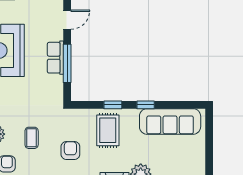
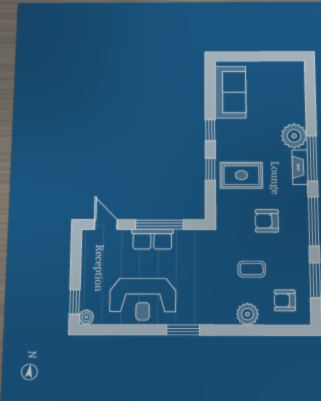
sofa: (170, 121) -> (230, 92), width x0.73

